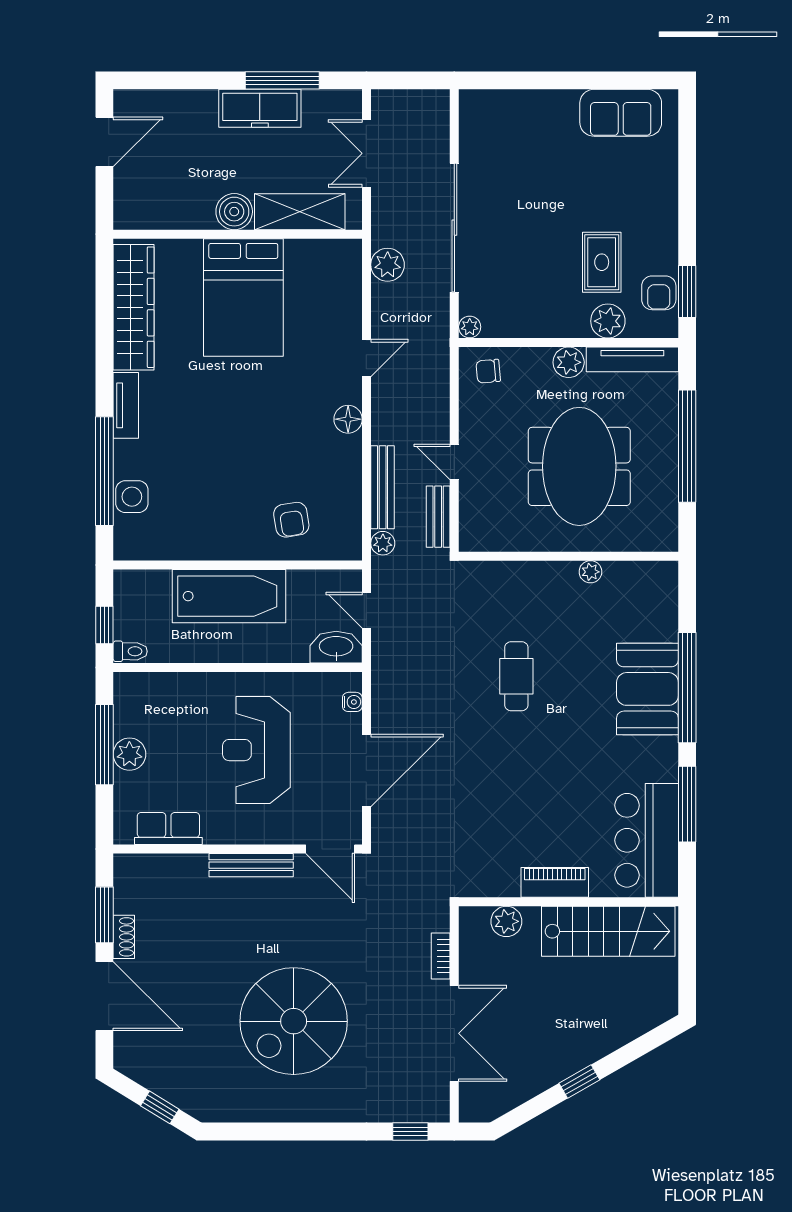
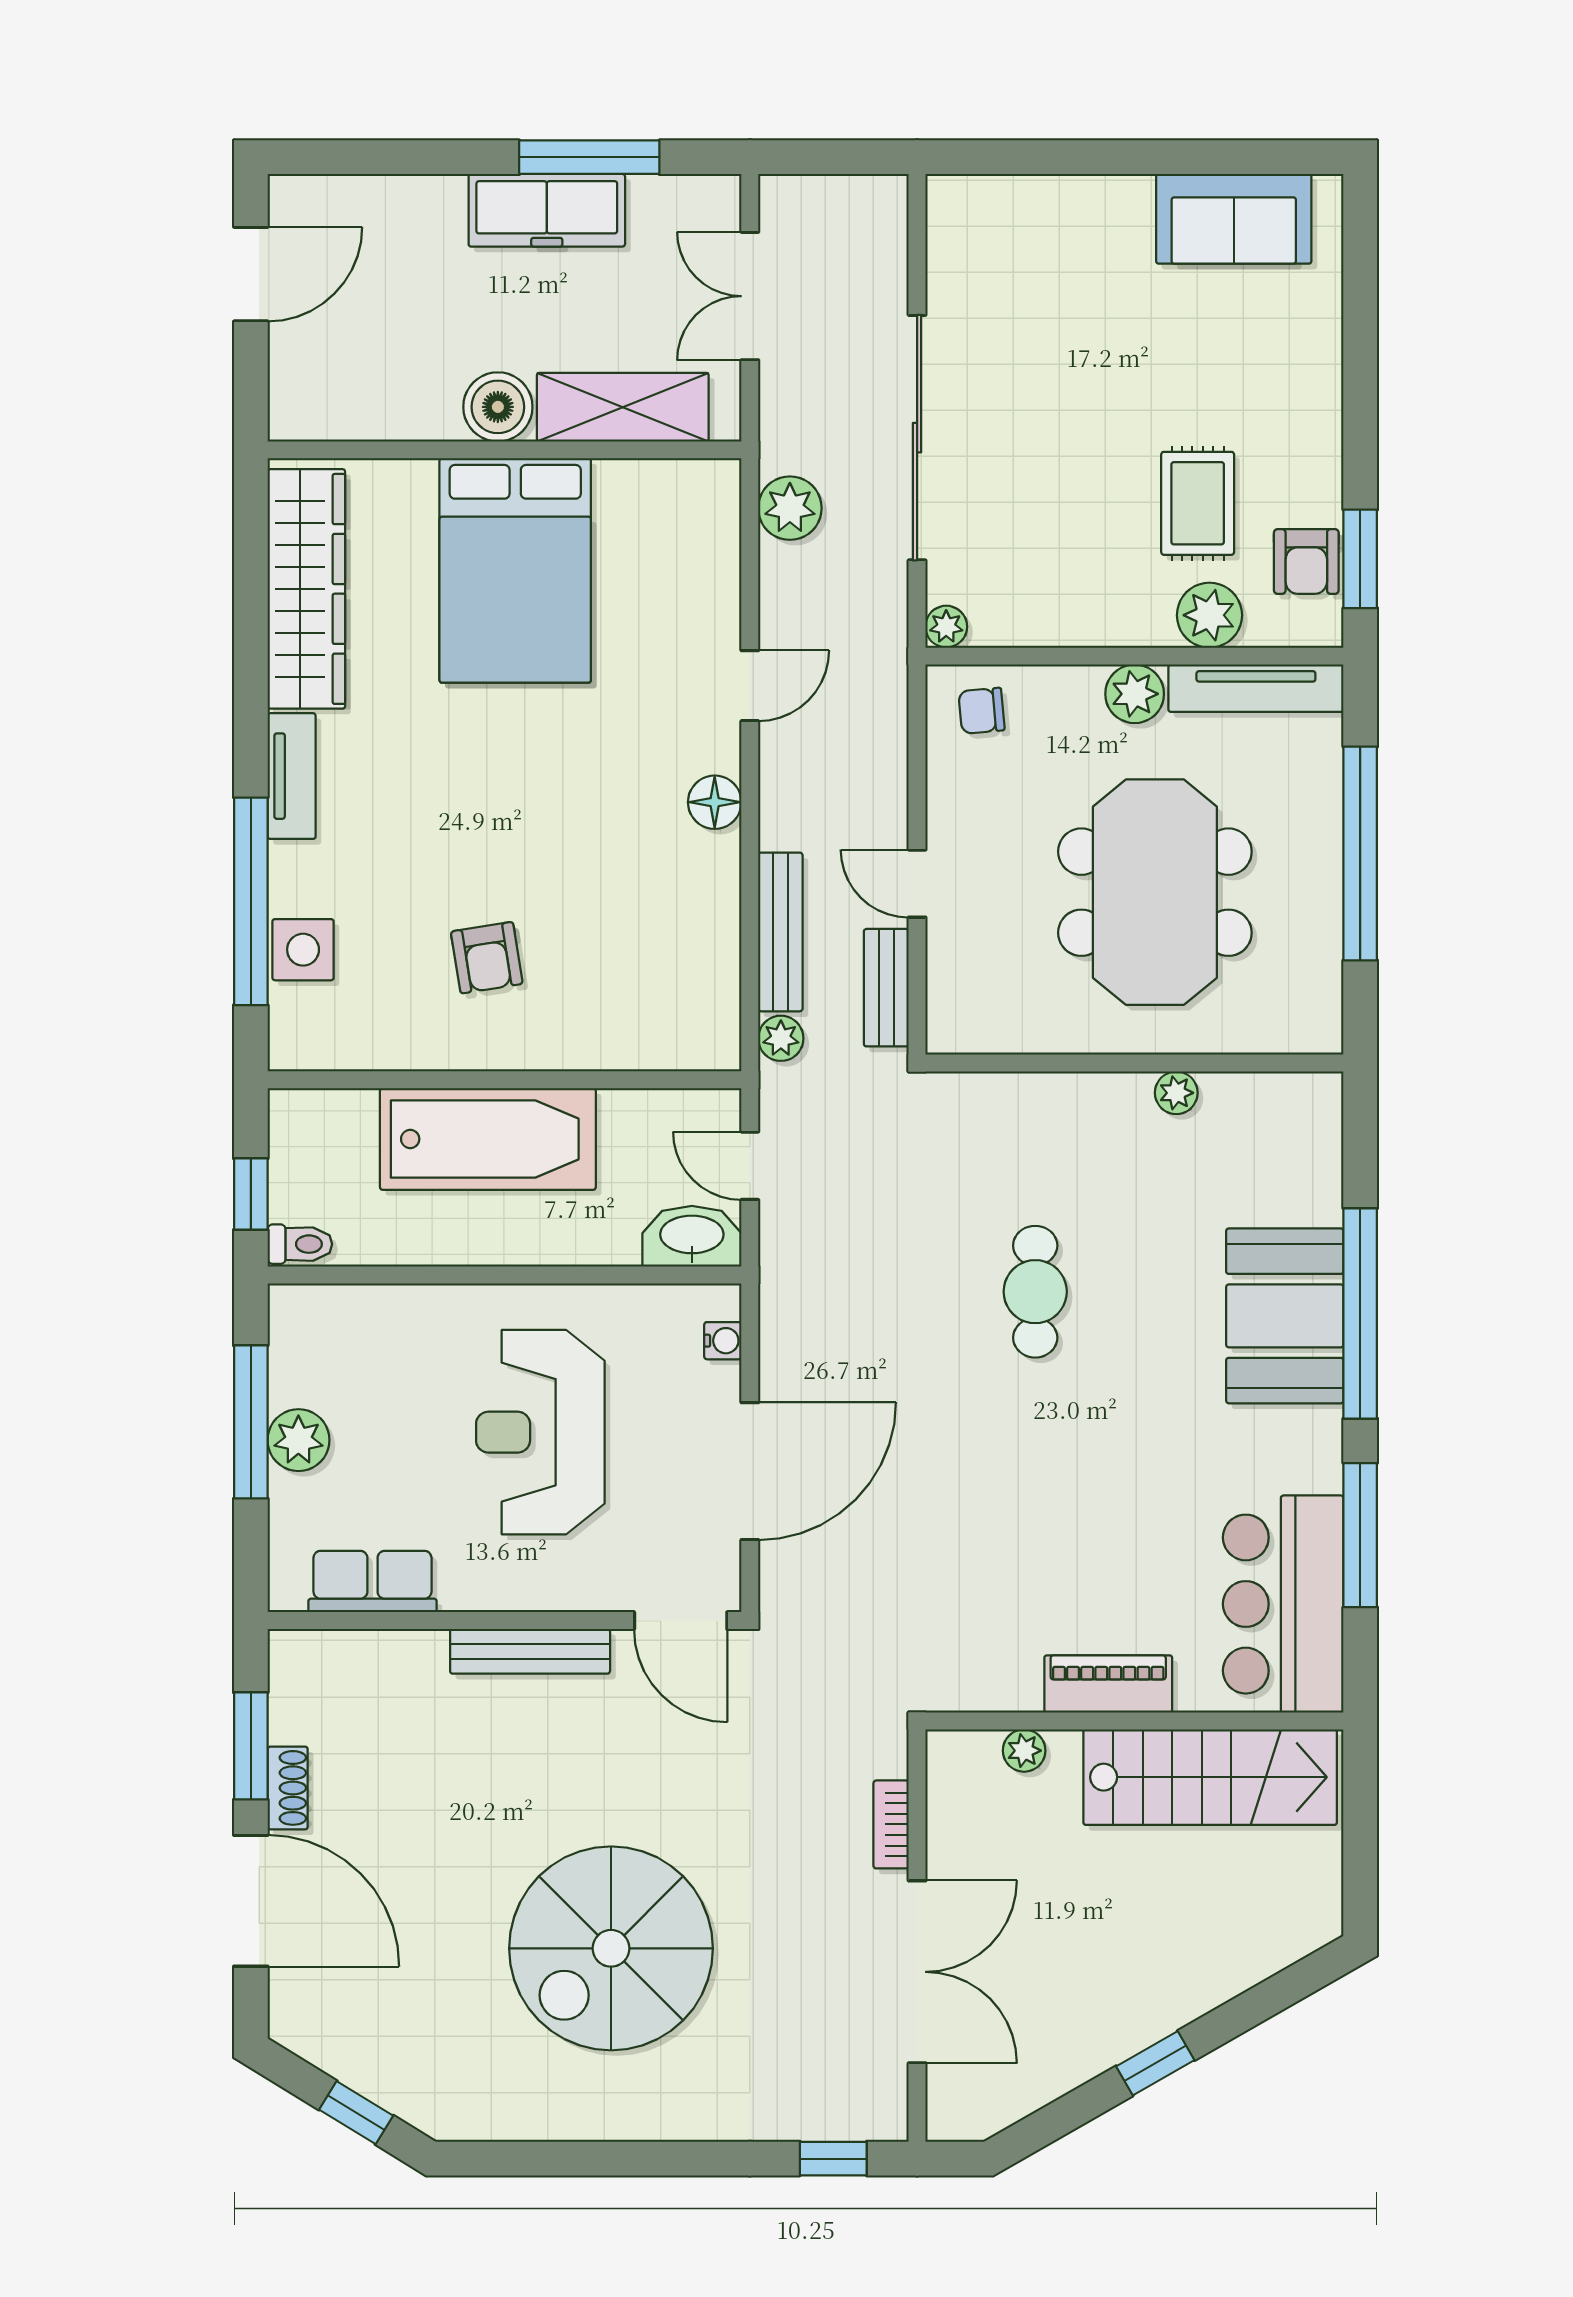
armchair: (291, 520) -> (487, 958), moved
plant: (506, 921) -> (1024, 1751), width x0.73, depth x0.73

